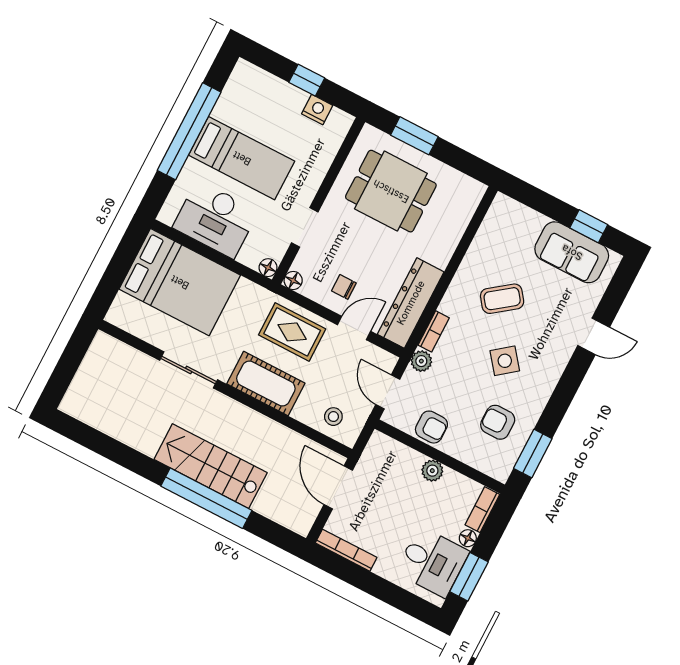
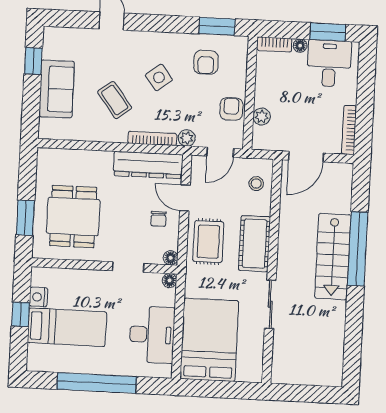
bed: (242, 158) -> (67, 327), moved, turned 90
sofa: (572, 252) -> (57, 89), moved
bookcase: (434, 331) -> (152, 138), width x1.56
plant: (432, 471) -> (262, 116), moved

